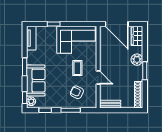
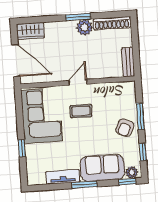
door: (117, 24) -> (16, 60), hinge flipped
tv unit: (31, 38) -> (63, 177), moved
plant: (137, 60) -> (85, 27), moved
door: (98, 78) -> (78, 82), moved
armchair: (77, 92) -> (125, 128), moved

